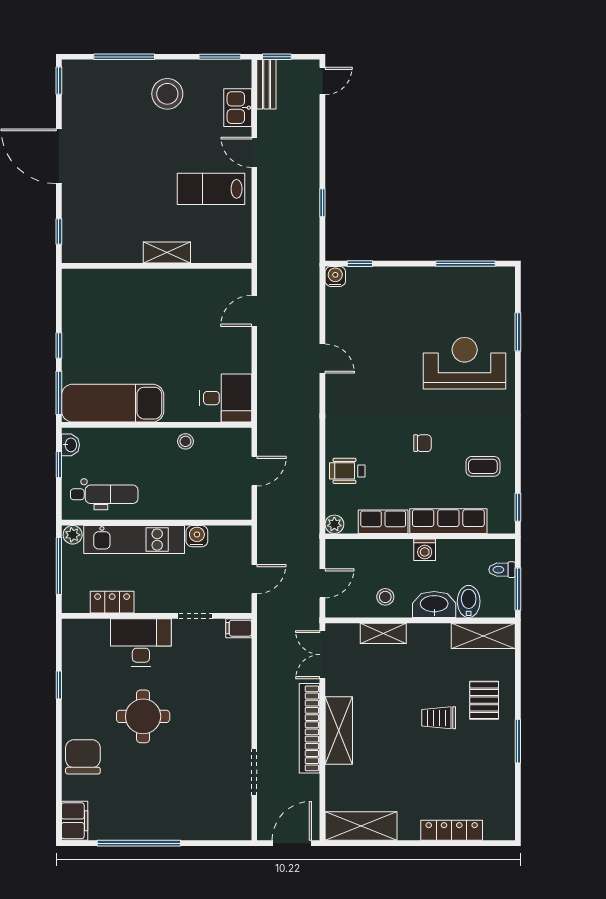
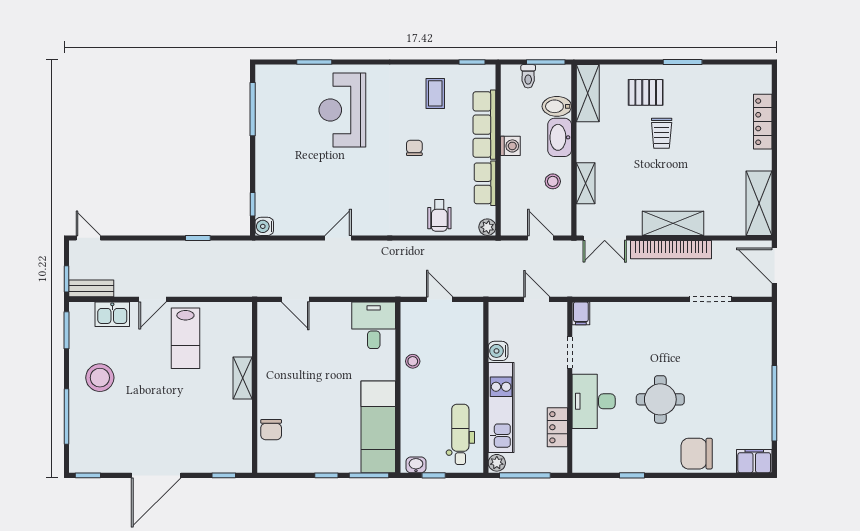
chair: (109, 284) -> (271, 430), added

